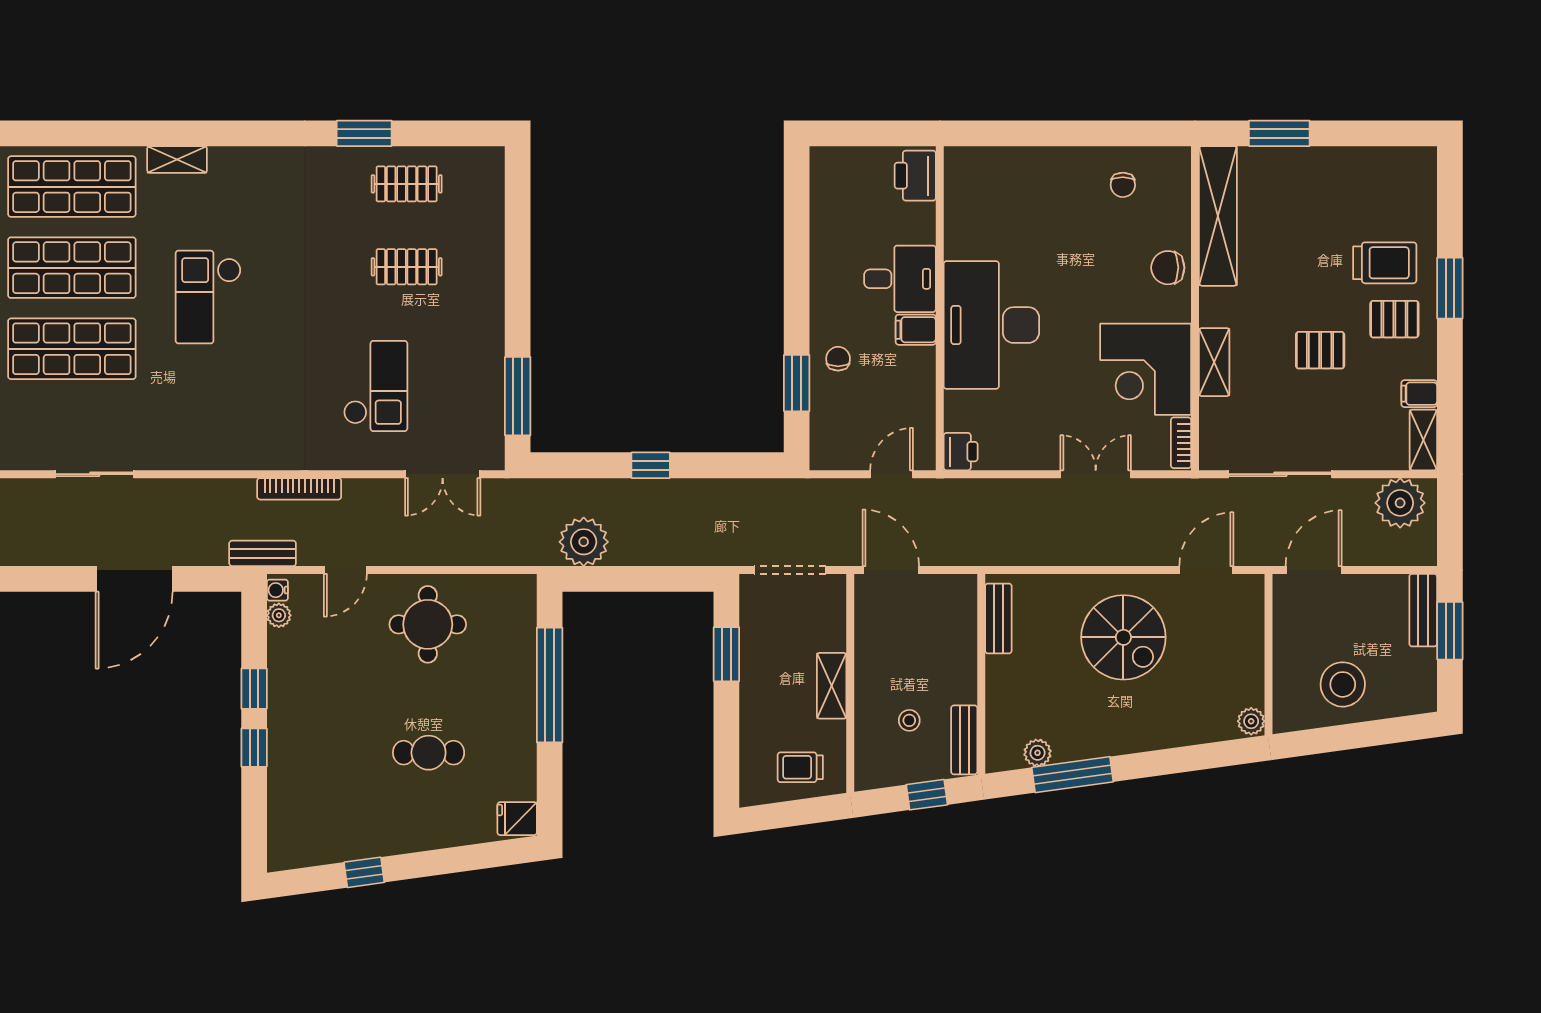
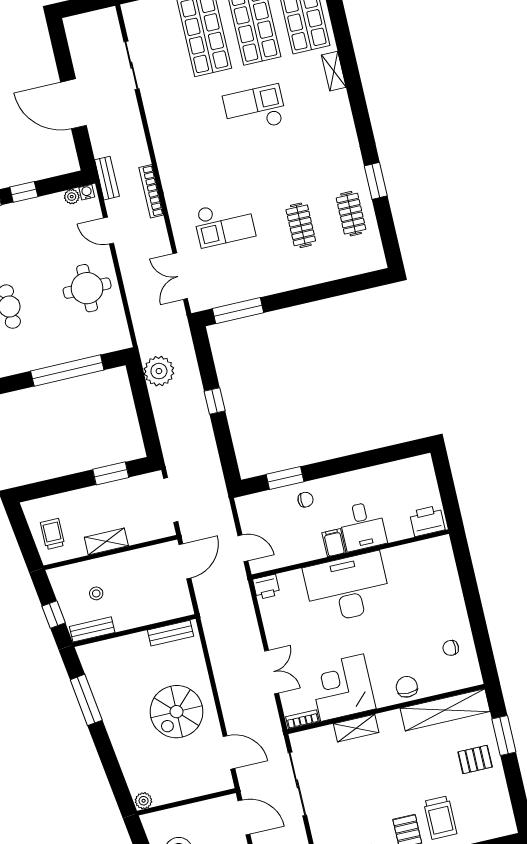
pallet: (1320, 350) -> (475, 759), moved, turned 90
plant: (1038, 753) -> (95, 676), removed

